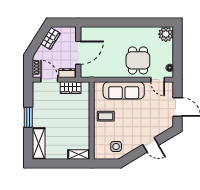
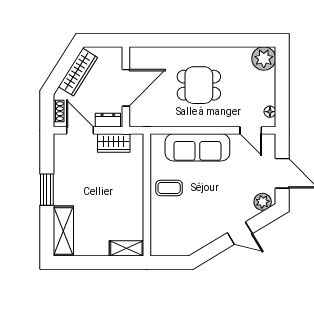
wardrobe: (50, 39) -> (78, 72), width x1.50
dining table: (138, 60) -> (199, 85), moved, turned 90
plant: (165, 125) -> (263, 202), added
side table: (116, 146) -> (185, 236), removed

